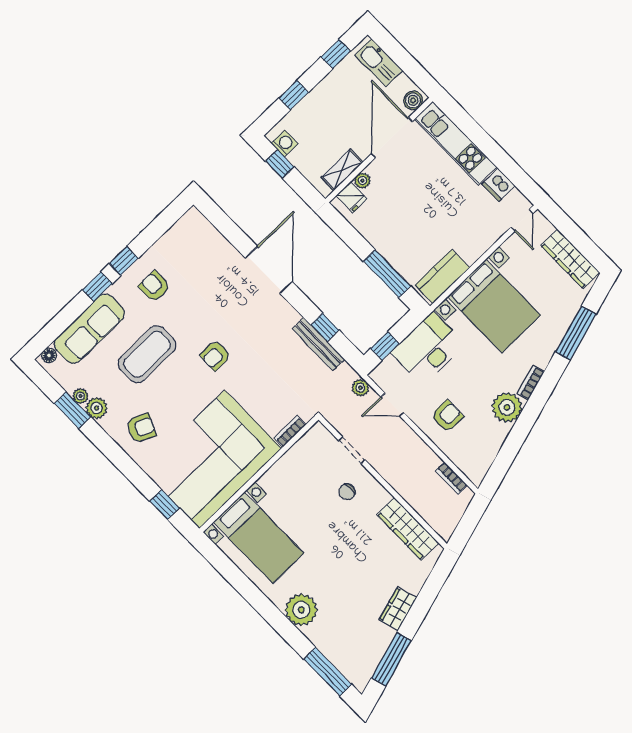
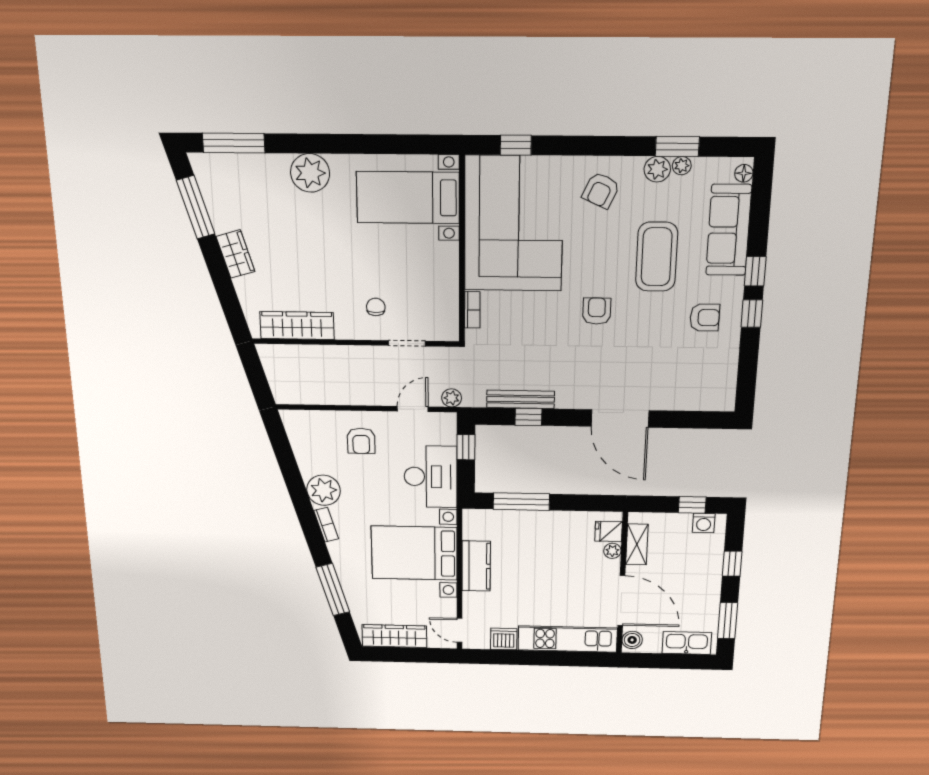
window: (336, 54) -> (728, 621), width x1.50
kitchen counter: (442, 276) -> (476, 566), moved
bookcase: (451, 478) -> (307, 398), removed

